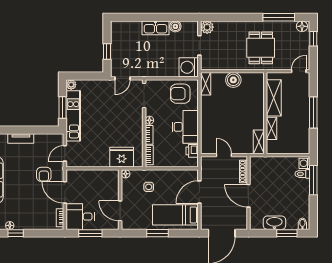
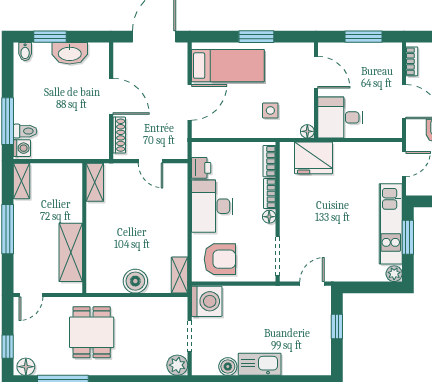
shelving: (272, 128) -> (22, 181), moved
desk: (80, 217) -> (340, 117), moved, turned 180

